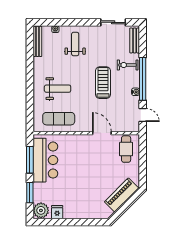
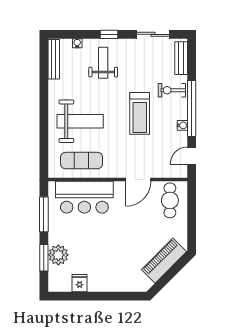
window: (80, 22) -> (109, 34), added
treadmill: (103, 83) -> (140, 113), turned 180
weight bench: (58, 89) -> (80, 121), width x1.36, depth x1.33
door: (143, 115) -> (192, 156), swing flipped
door: (102, 133) -> (138, 180), swing flipped
bar counter: (45, 160) -> (84, 197), moved, turned 90
plant: (41, 210) -> (58, 255), moved

